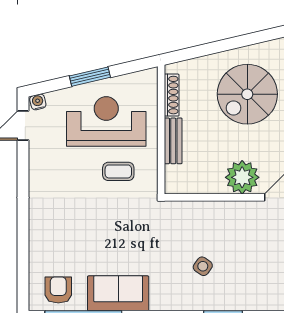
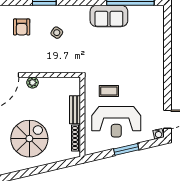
plant: (242, 177) -> (32, 83), width x0.53, depth x0.53
armchair: (58, 290) -> (22, 27), moved

